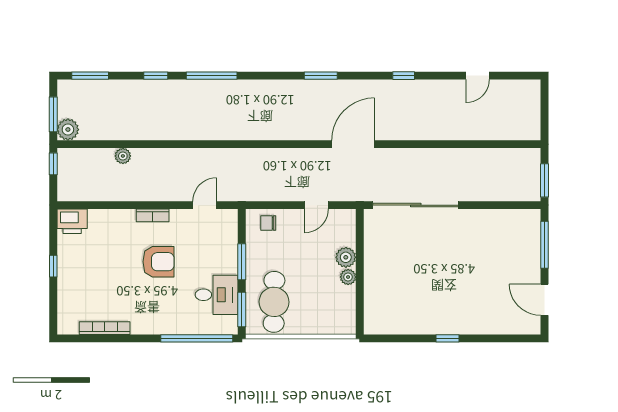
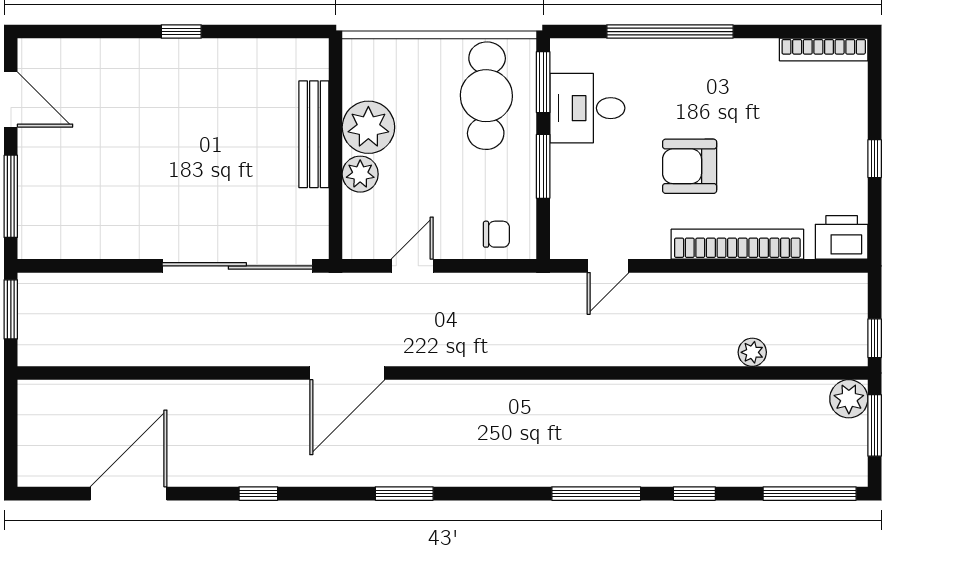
window: (90, 76) -> (810, 494), width x1.44
door: (478, 76) -> (129, 494), width x1.88
bookcase: (153, 215) -> (737, 244), width x2.31, depth x1.31
plant: (348, 277) -> (368, 127), width x1.88, depth x1.88
bench: (372, 280) -> (314, 134), added
bookcase: (105, 328) -> (824, 50), moved
window: (197, 338) -> (670, 32), moved

